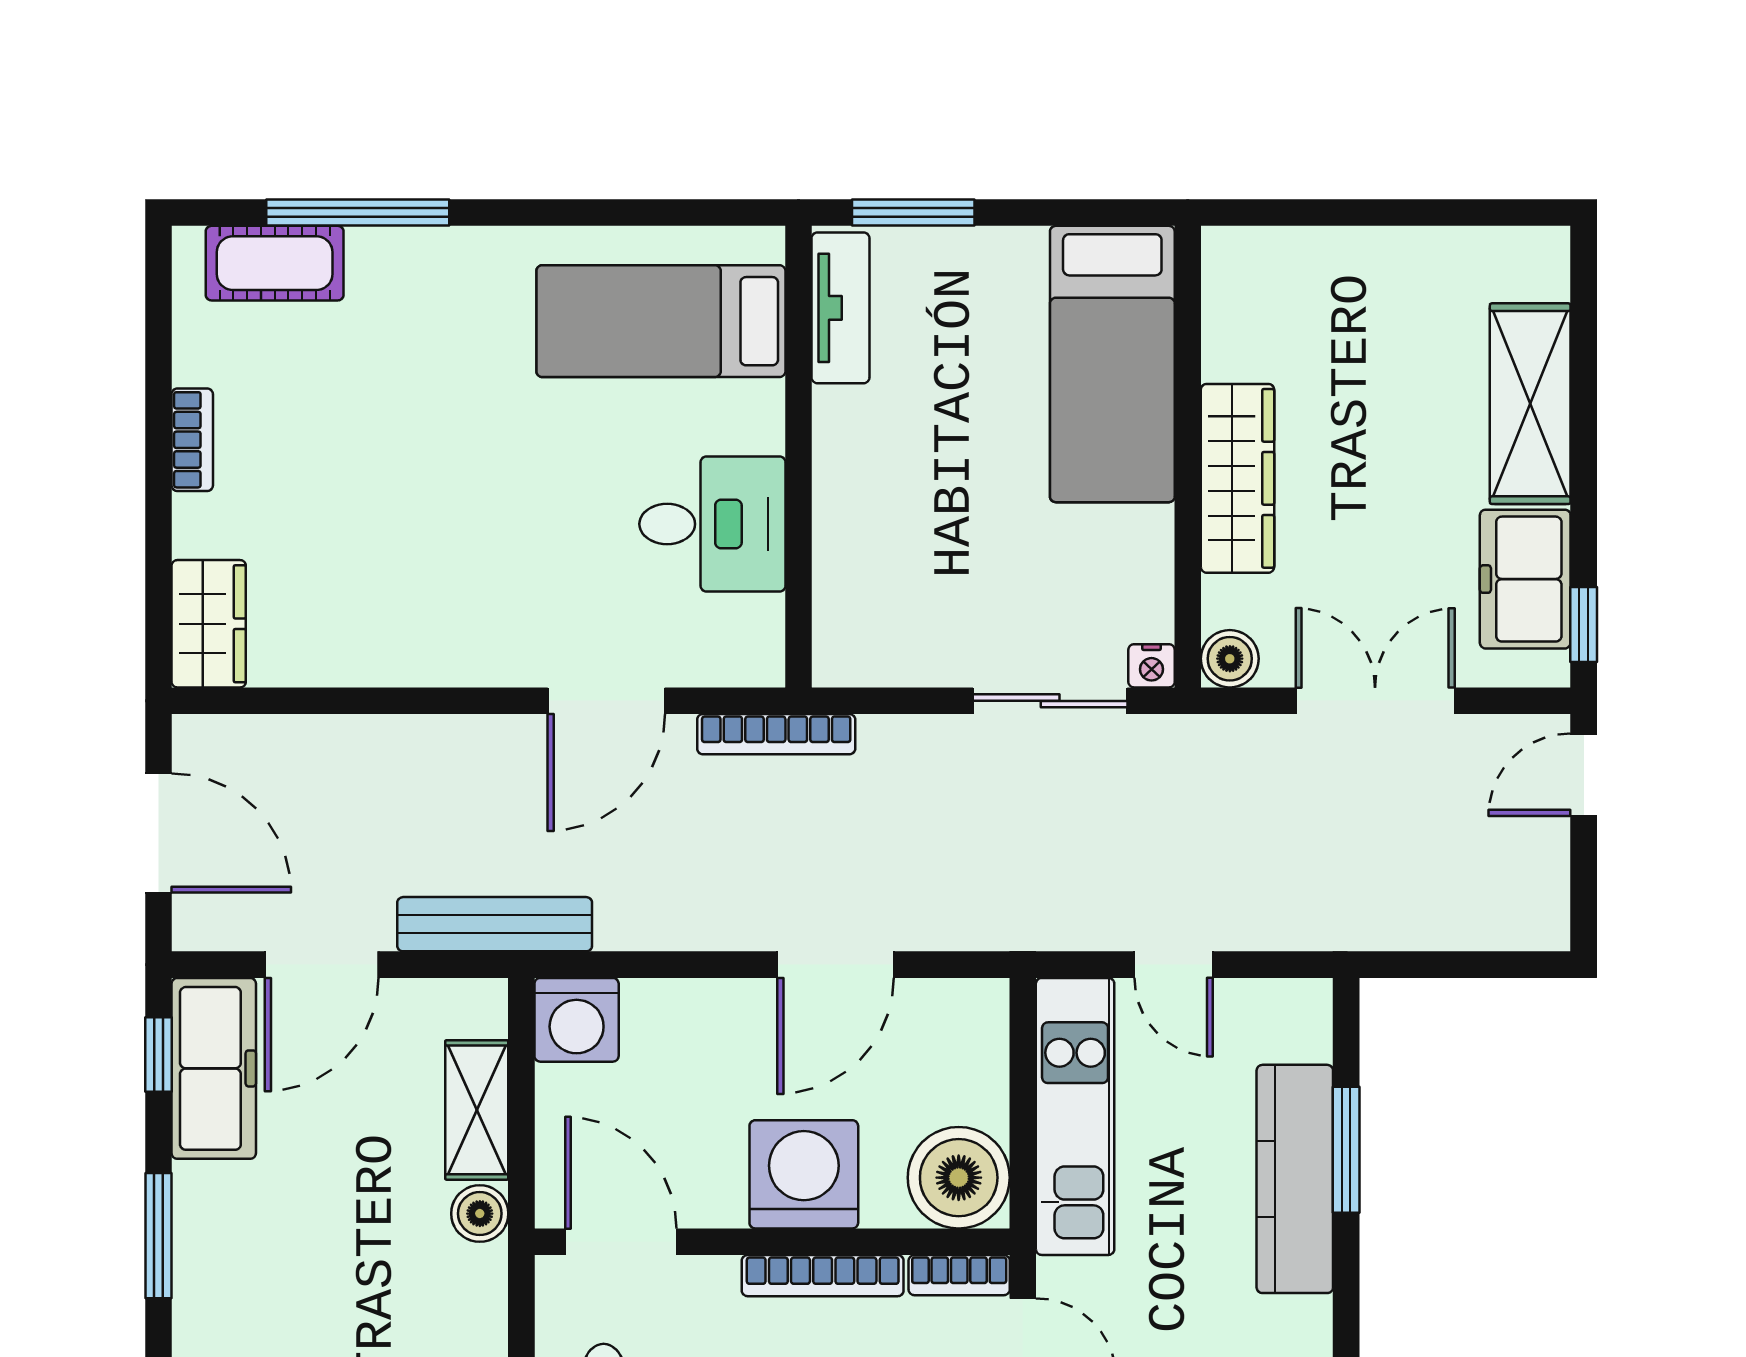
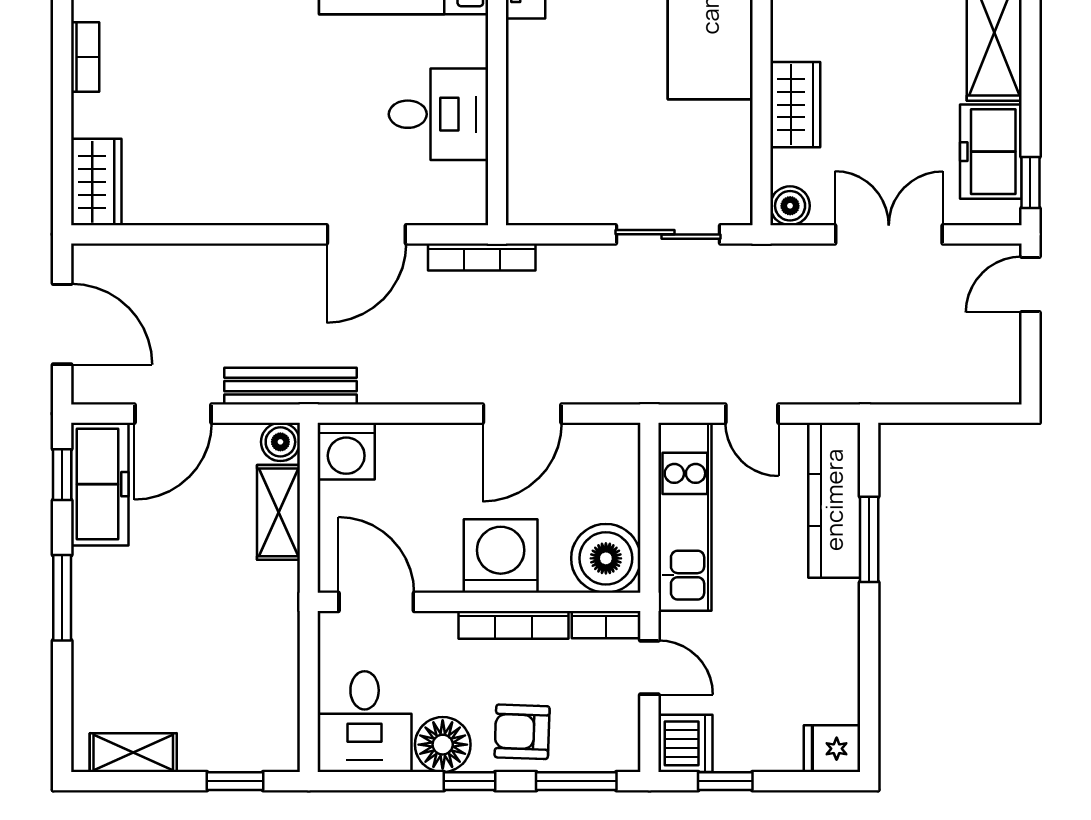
wardrobe: (1237, 478) -> (795, 105), width x0.67
nightstand: (1152, 666) -> (737, 211), removed
kitchen counter: (1295, 1179) -> (834, 500), moved
boiler: (480, 1214) -> (280, 442), moved

